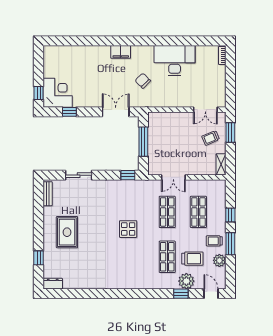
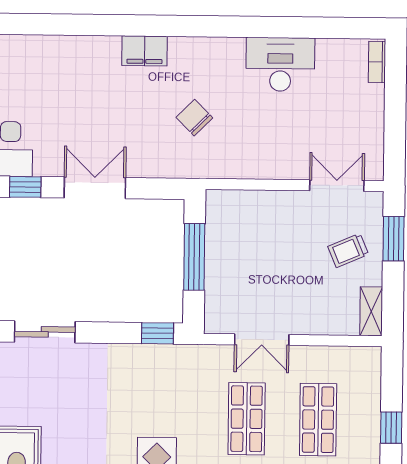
desk: (175, 61) -> (280, 64), width x0.73, depth x0.77
double door: (205, 110) -> (337, 186), swing flipped
double door: (116, 112) -> (95, 188), moved

